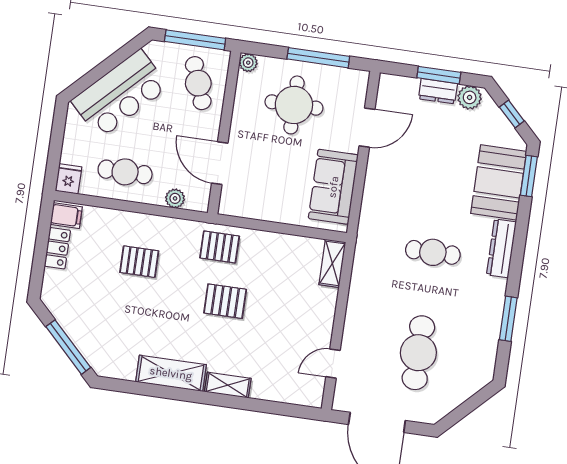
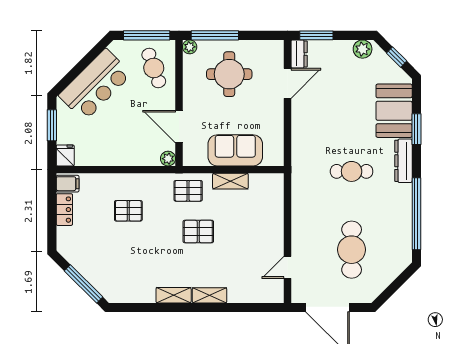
window: (318, 58) -> (215, 35), moved
window: (439, 75) -> (316, 35), moved
dresser: (438, 91) -> (299, 54), moved, turned -90
window: (57, 138) -> (52, 125), added
cafe table: (125, 172) -> (108, 144), removed
window: (529, 176) -> (416, 129), moved
sofa: (333, 187) -> (235, 150), moved, turned 90
plant: (175, 198) -> (168, 159), moved
shelving: (332, 263) -> (230, 181), moved, turned 90
window: (508, 319) -> (416, 214), width x2.11
shelving: (171, 373) -> (174, 295), width x0.67, depth x0.75

